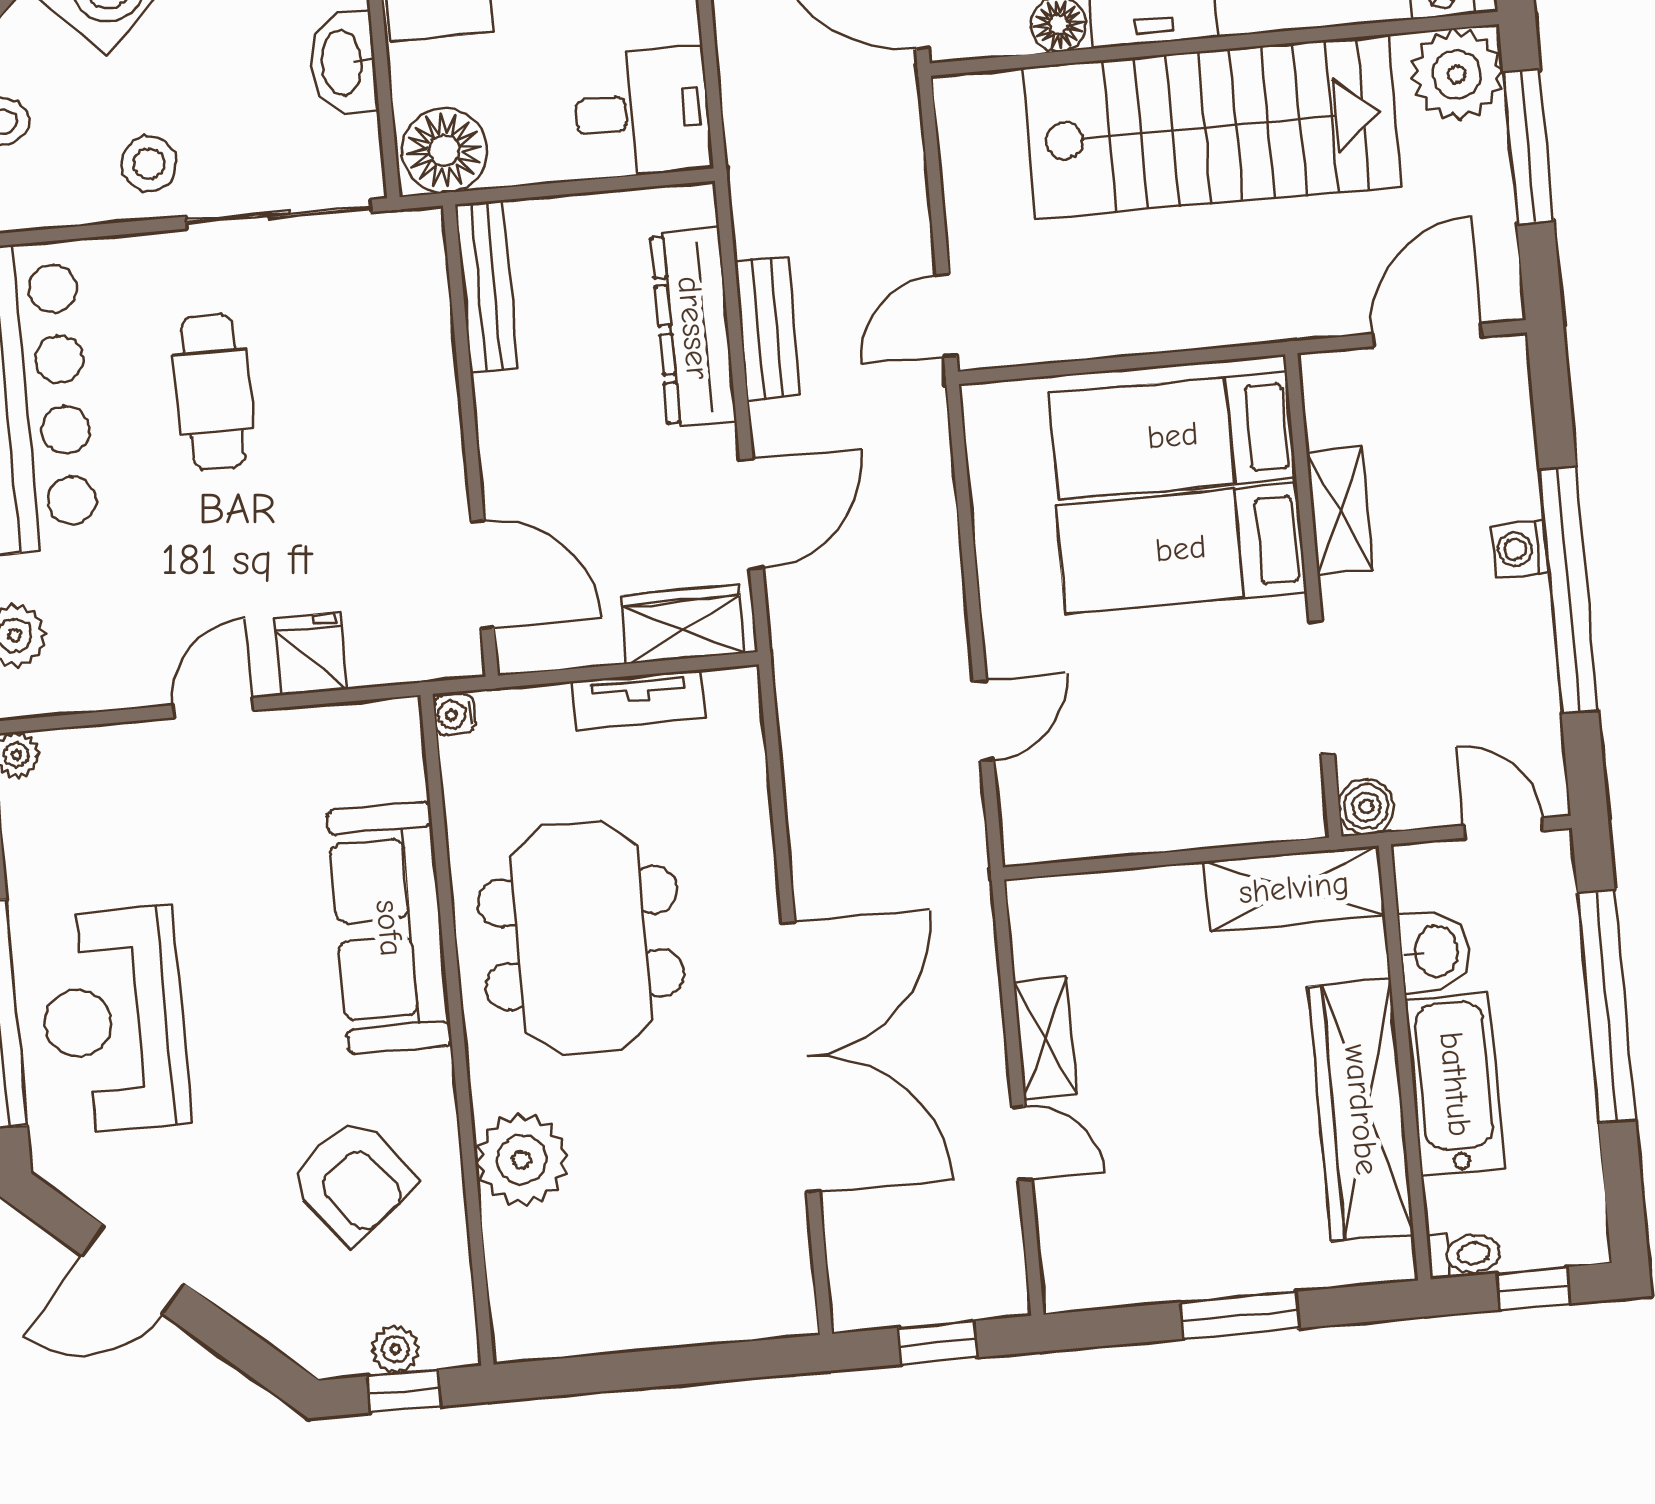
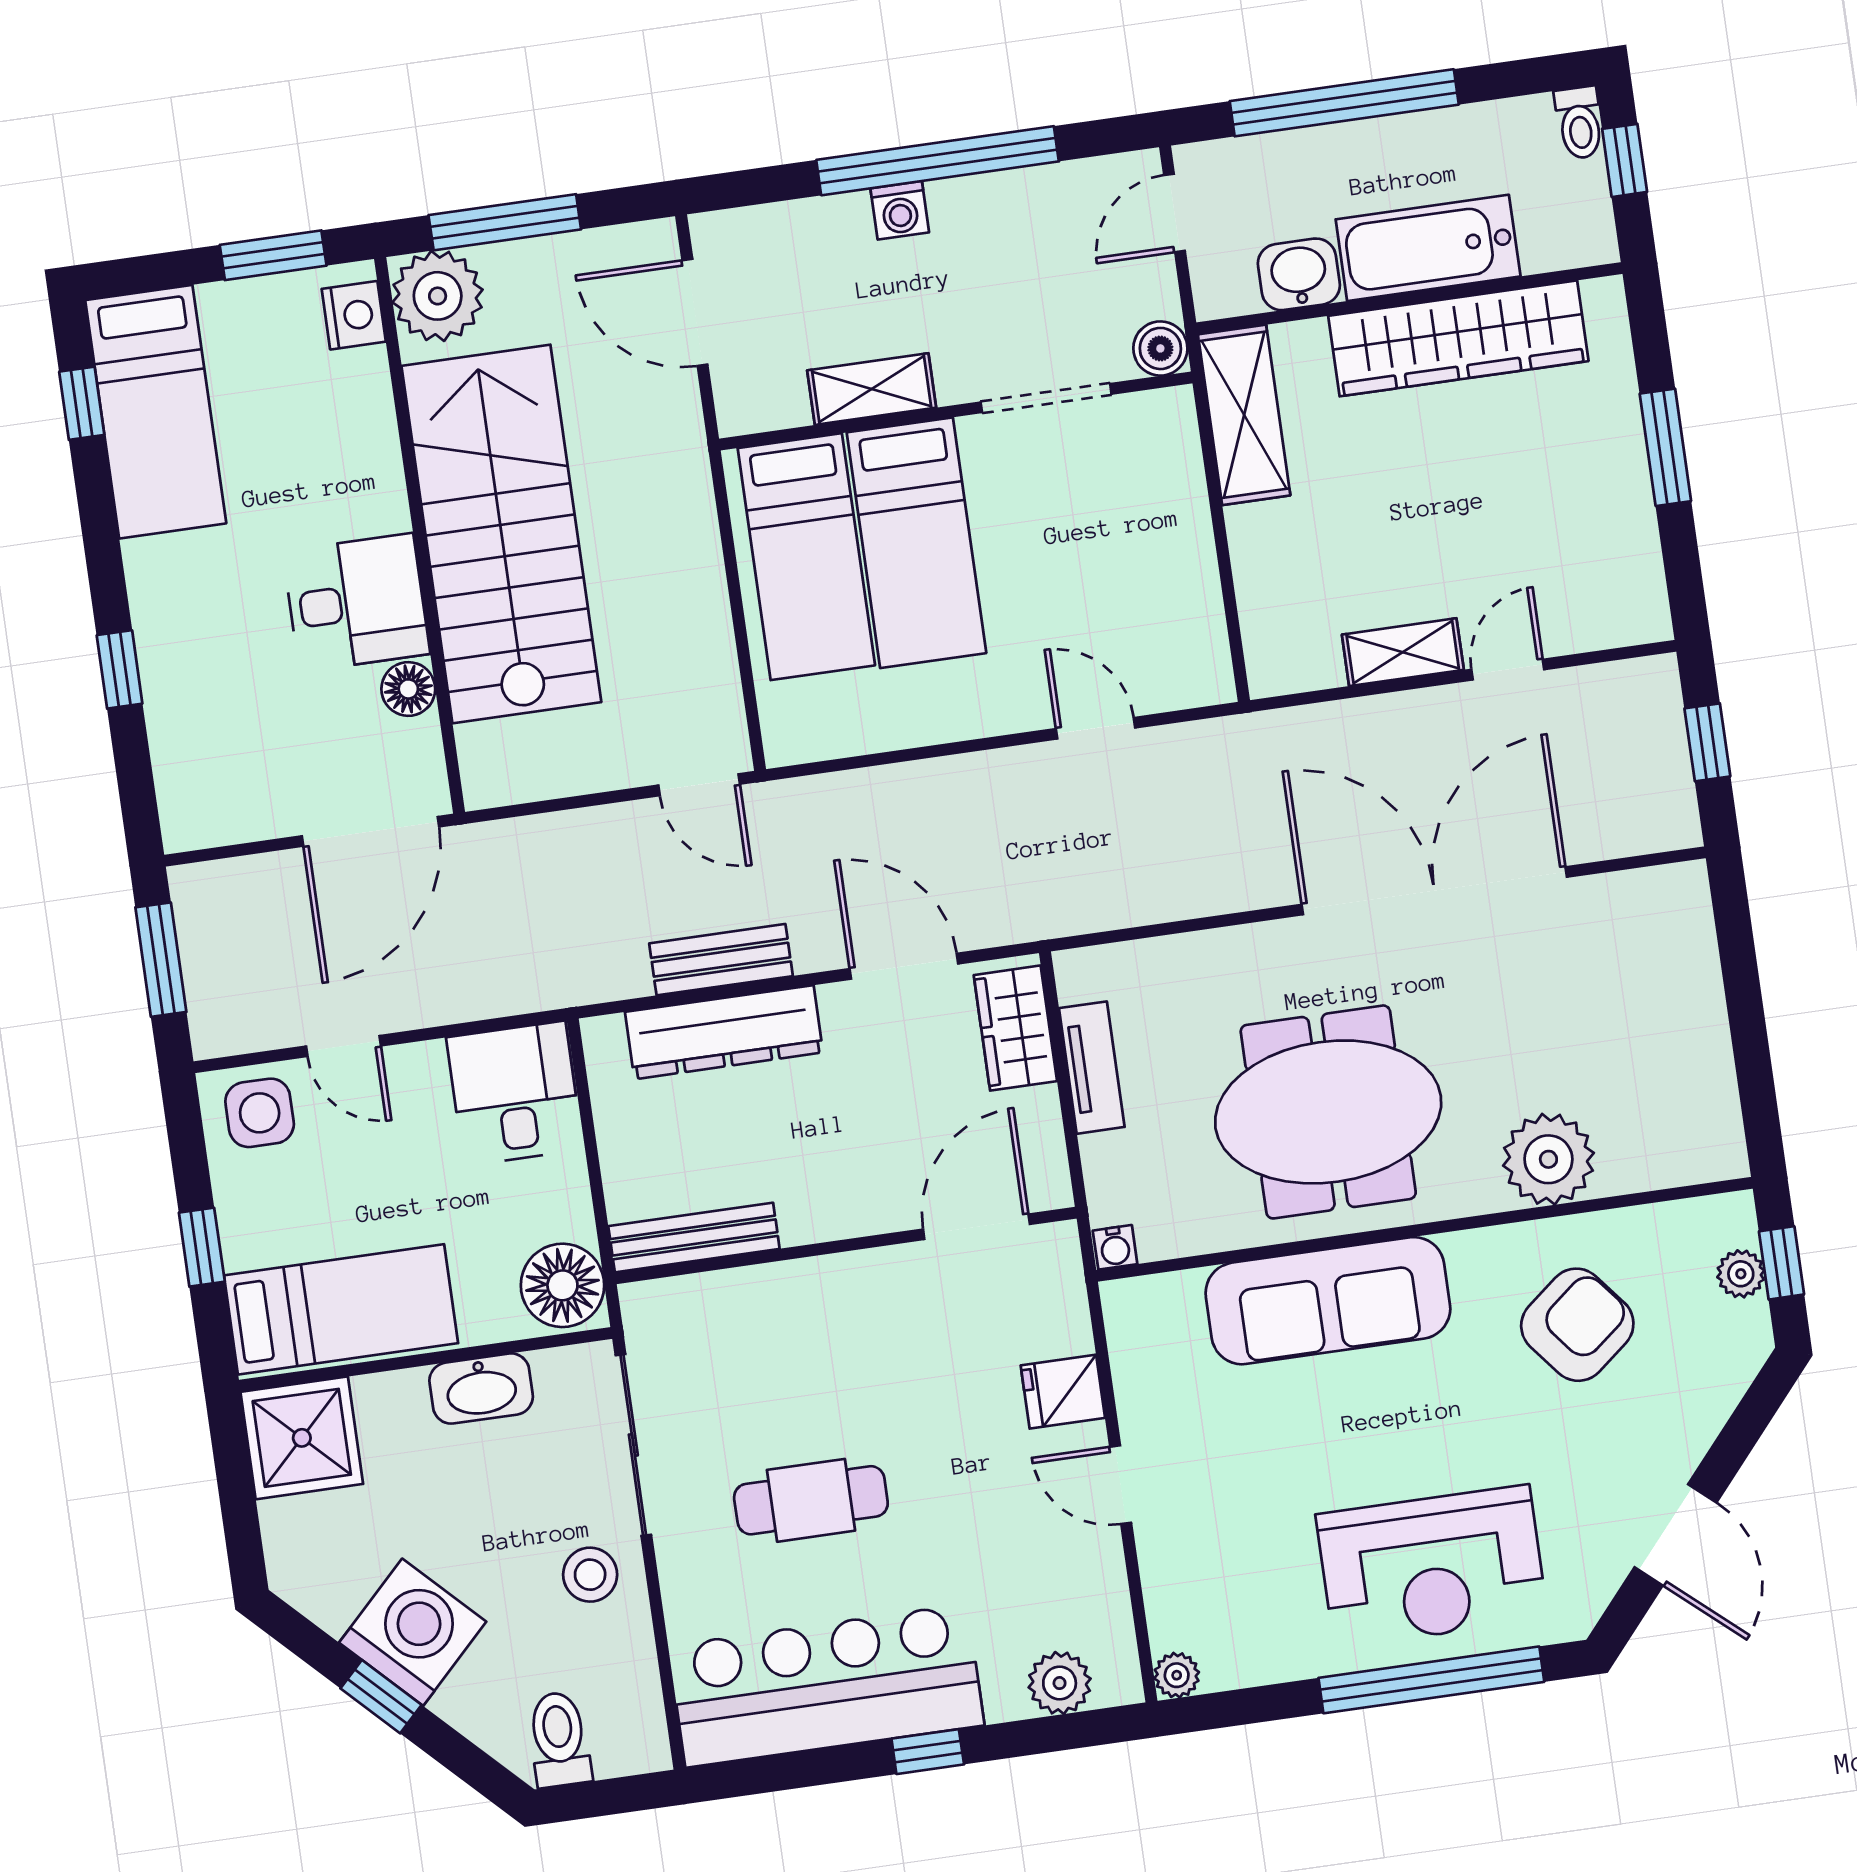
toilet: (1464, 1255) -> (1579, 123), moved, turned 180

